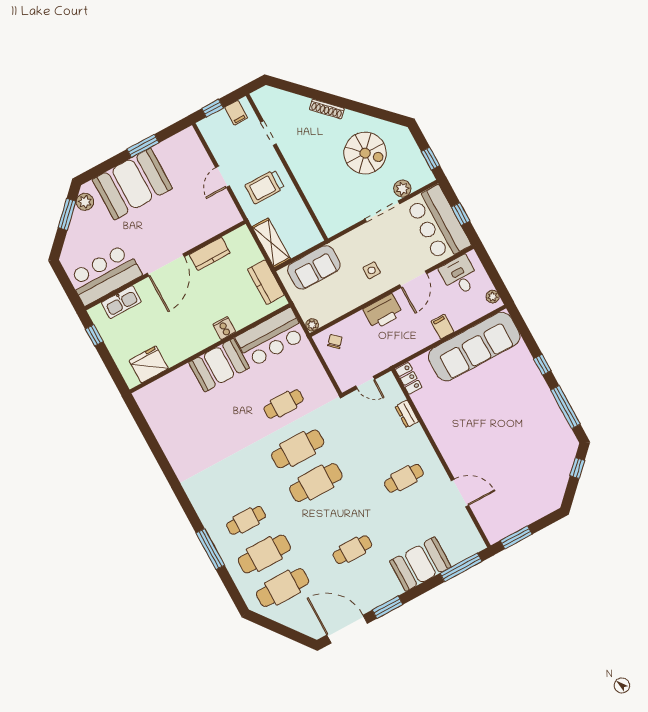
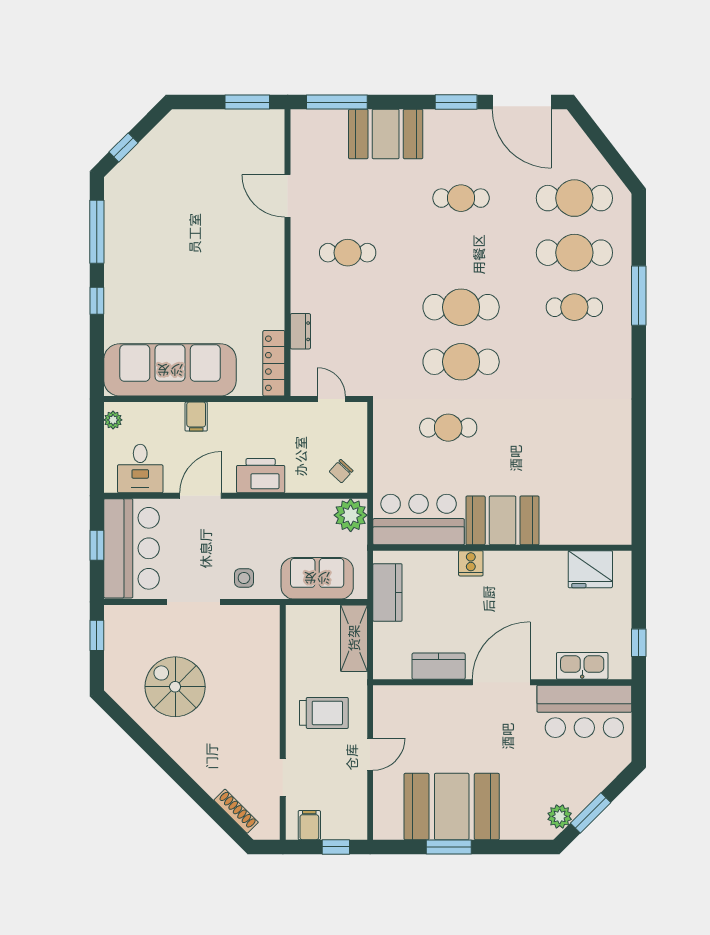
shoe rack: (327, 109) -> (236, 811), moved
booth: (132, 184) -> (452, 807), moved
plant: (402, 189) -> (152, 617), removed
side table: (372, 270) -> (244, 578), moved
plant: (312, 325) -> (351, 515), width x1.87, depth x1.87
locker: (409, 378) -> (274, 363), width x1.53

